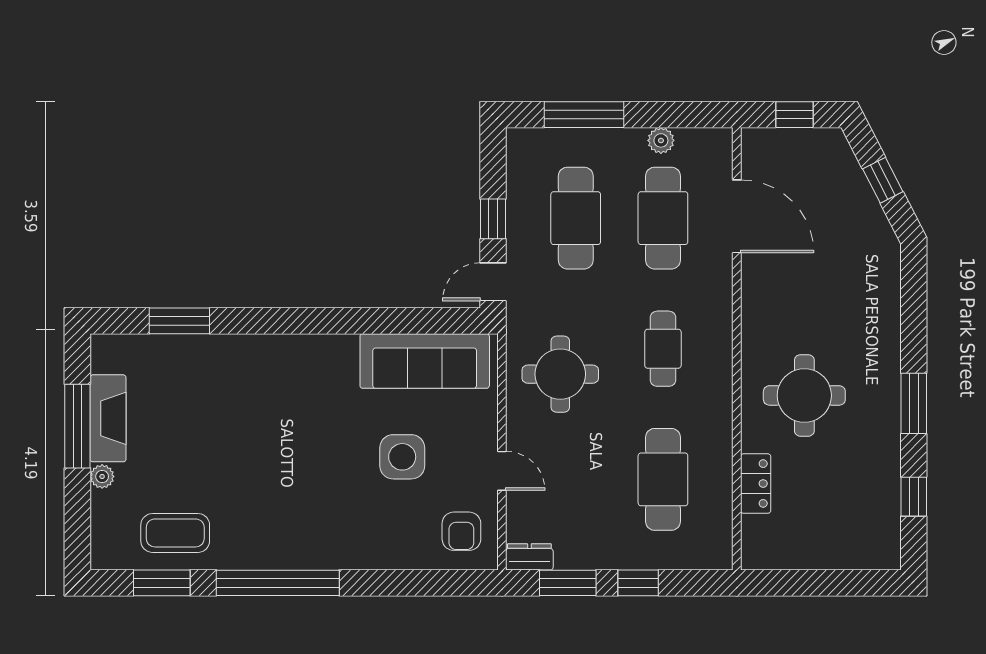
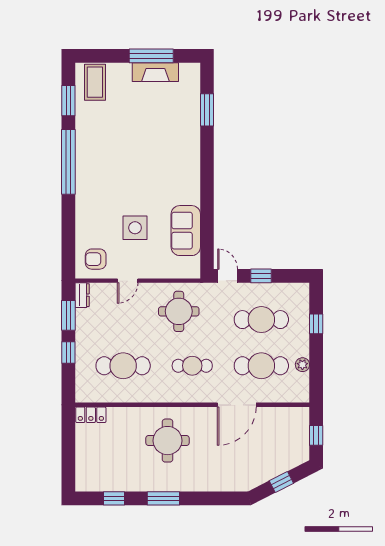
window: (584, 115) -> (316, 324), width x0.46
door: (737, 216) -> (237, 405), moved
sofa: (425, 361) -> (186, 231), width x0.73
plant: (102, 476) -> (125, 69), removed
locker: (756, 484) -> (91, 415), moved
coffee table: (175, 533) -> (95, 82), moved

